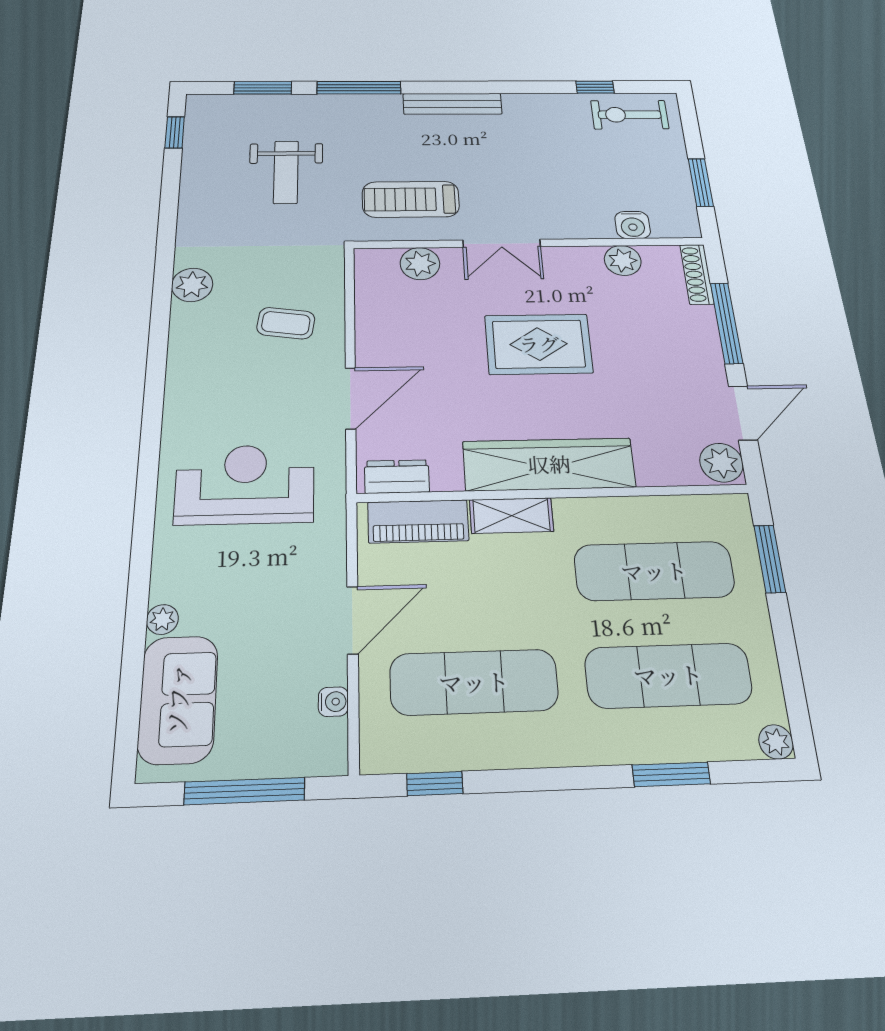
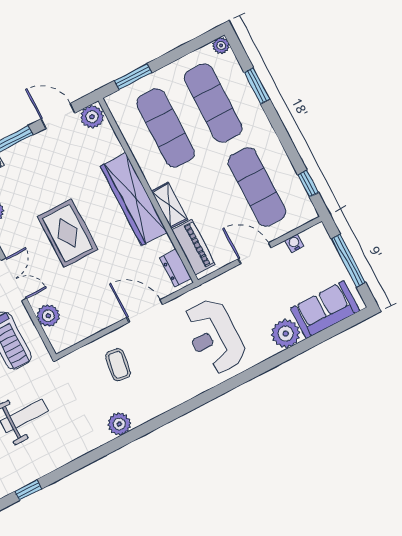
plant: (162, 619) -> (286, 334), width x1.87, depth x1.87

